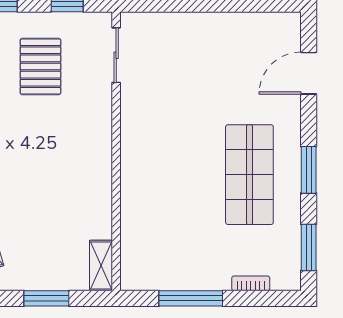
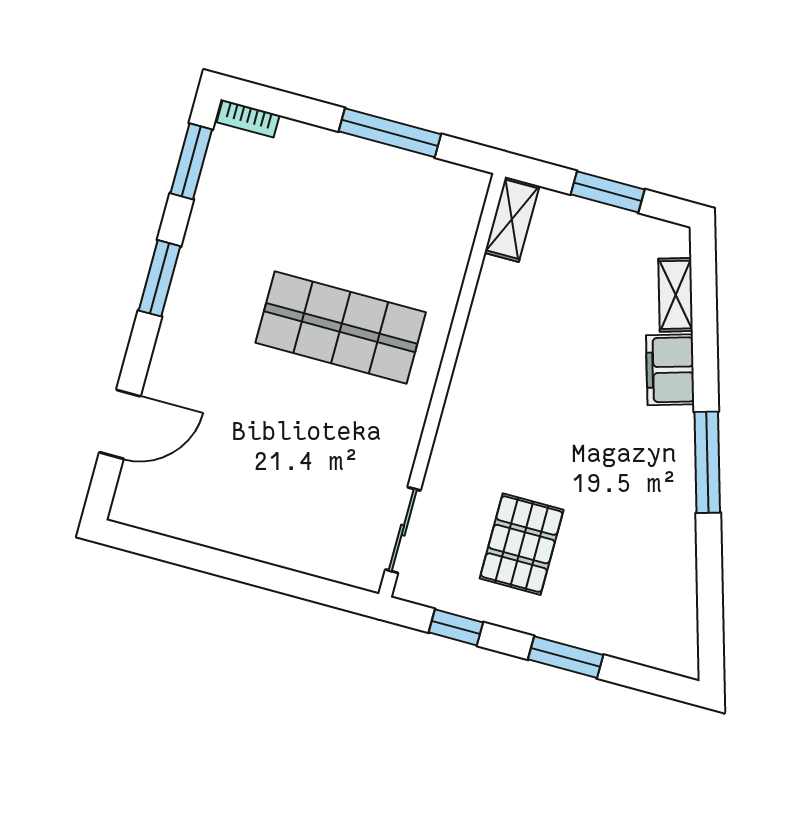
shop shelf: (249, 175) -> (341, 328), moved, turned 90
bookcase: (251, 283) -> (248, 119), moved

